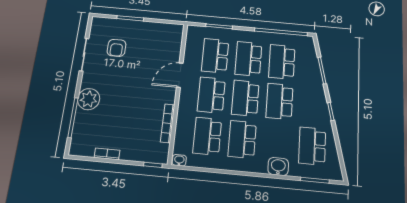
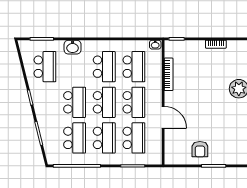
armchair: (117, 48) -> (200, 149), moved, turned 180
door: (180, 75) -> (163, 117), hinge flipped

